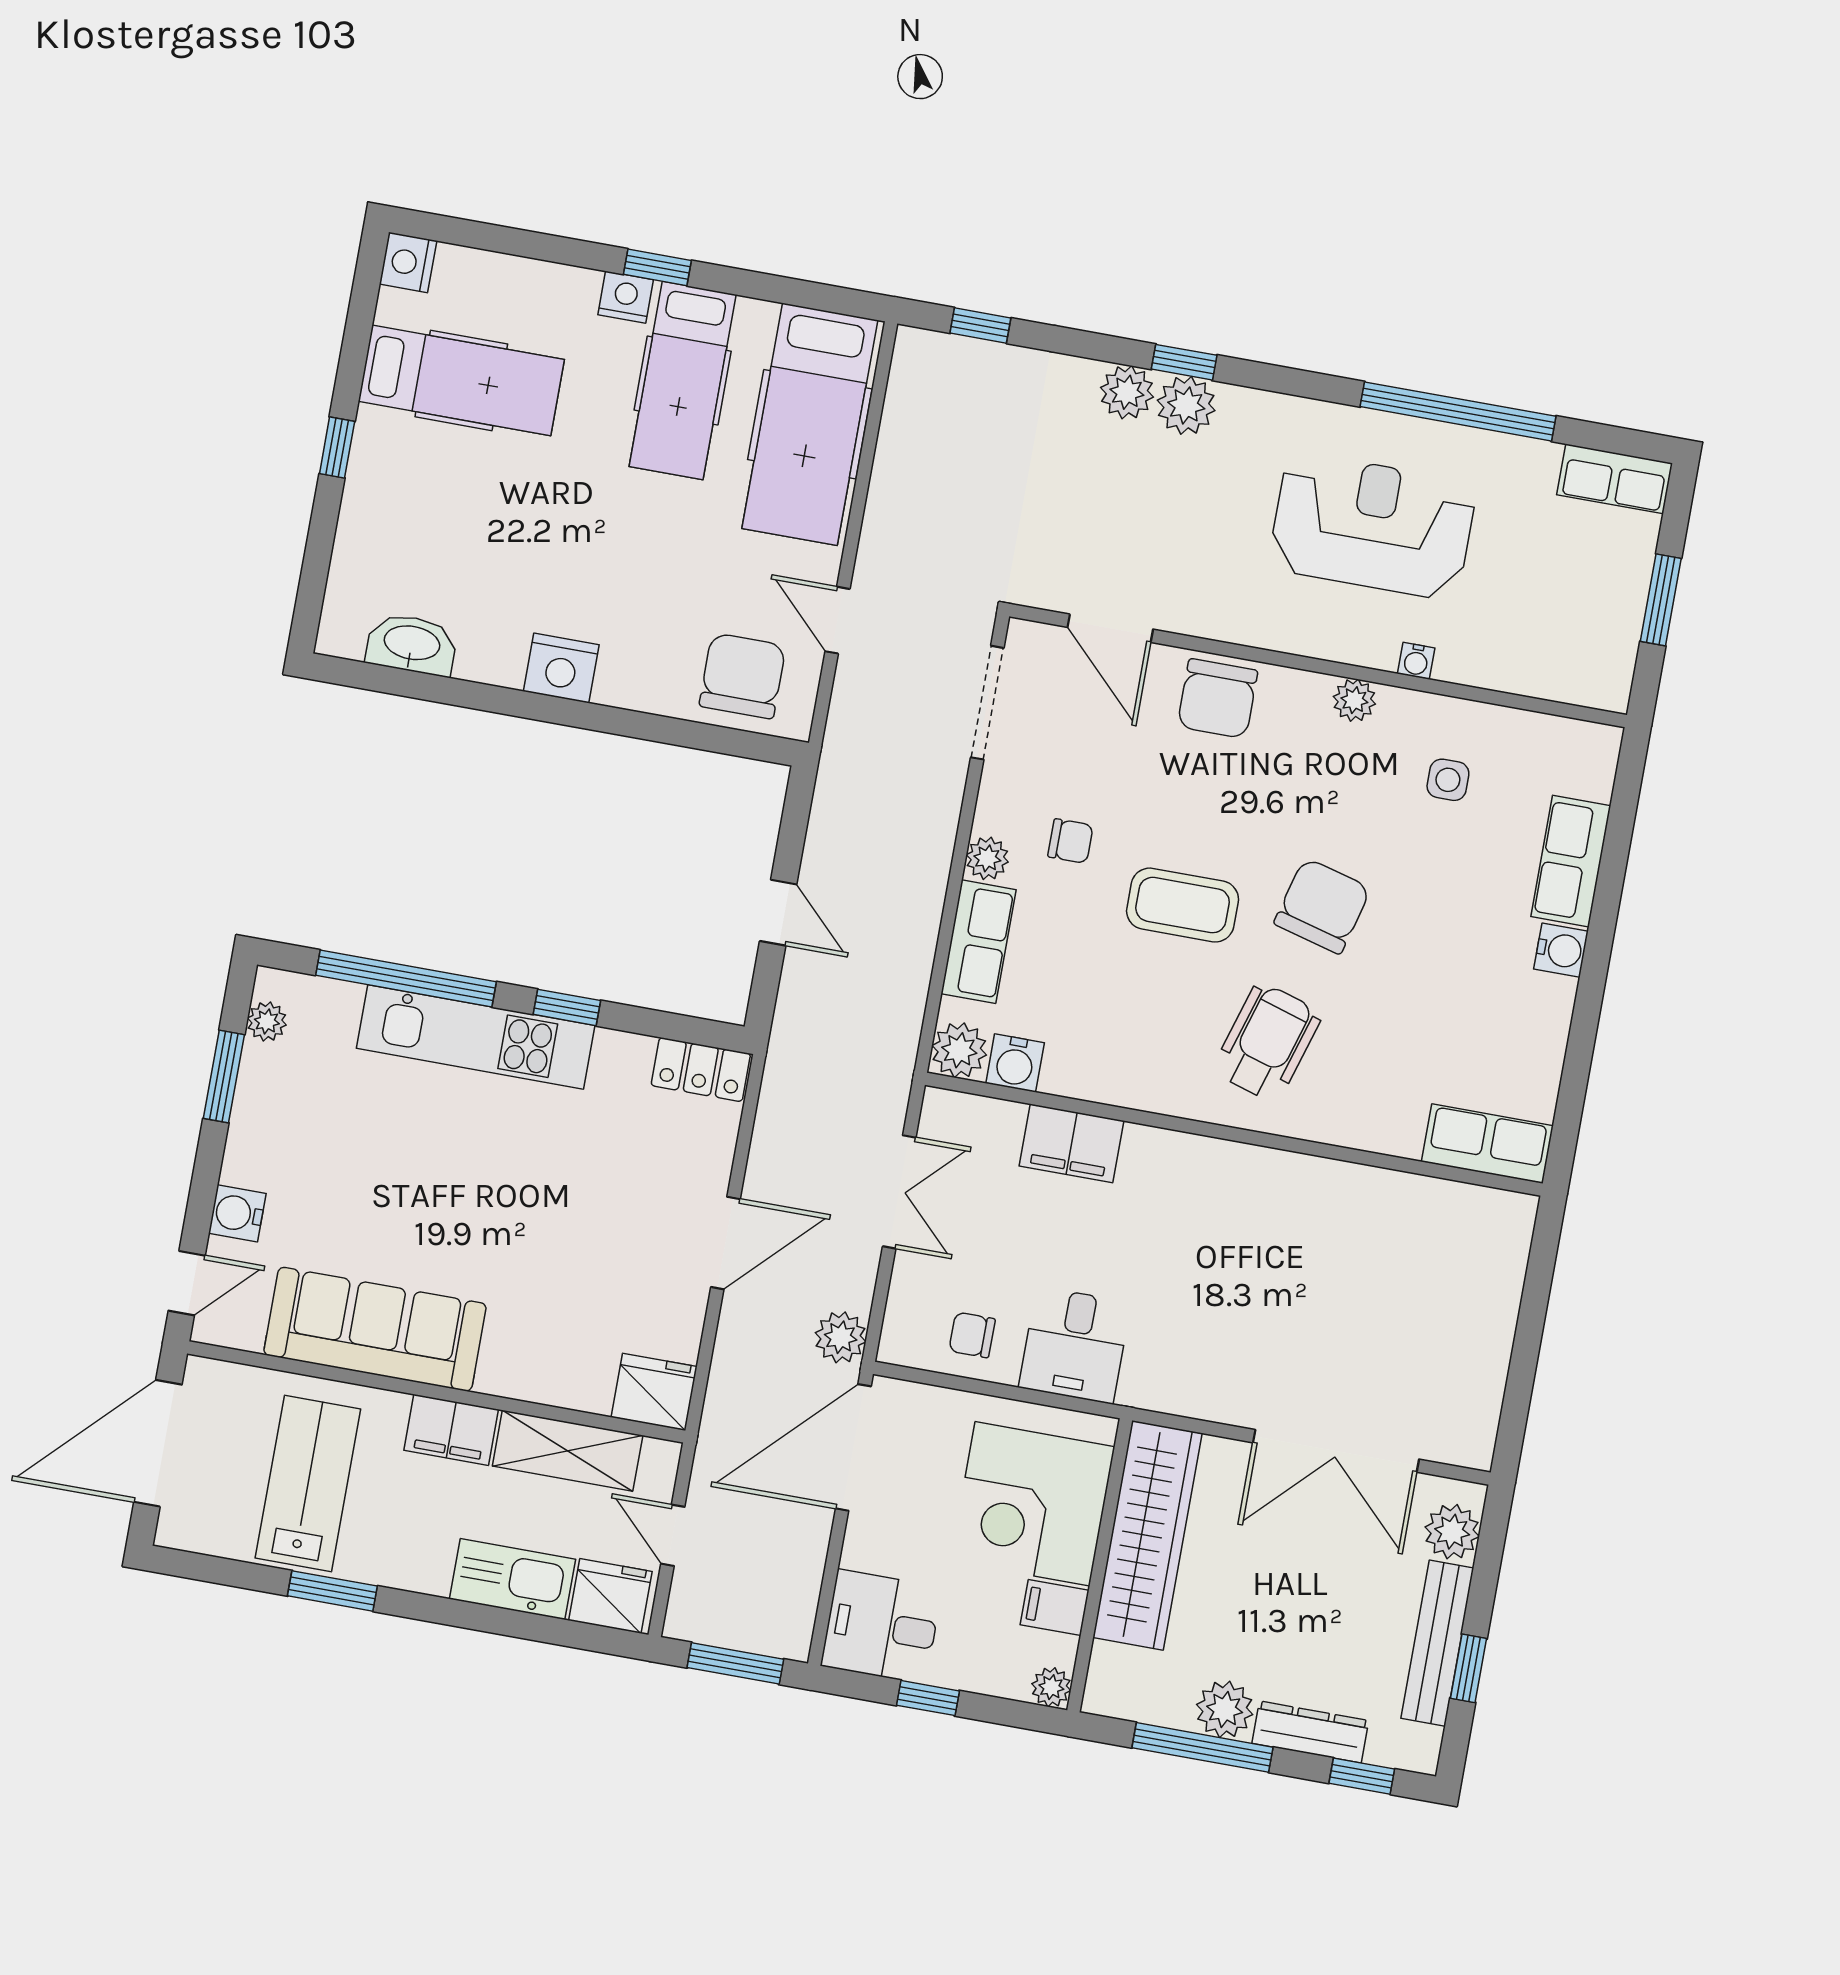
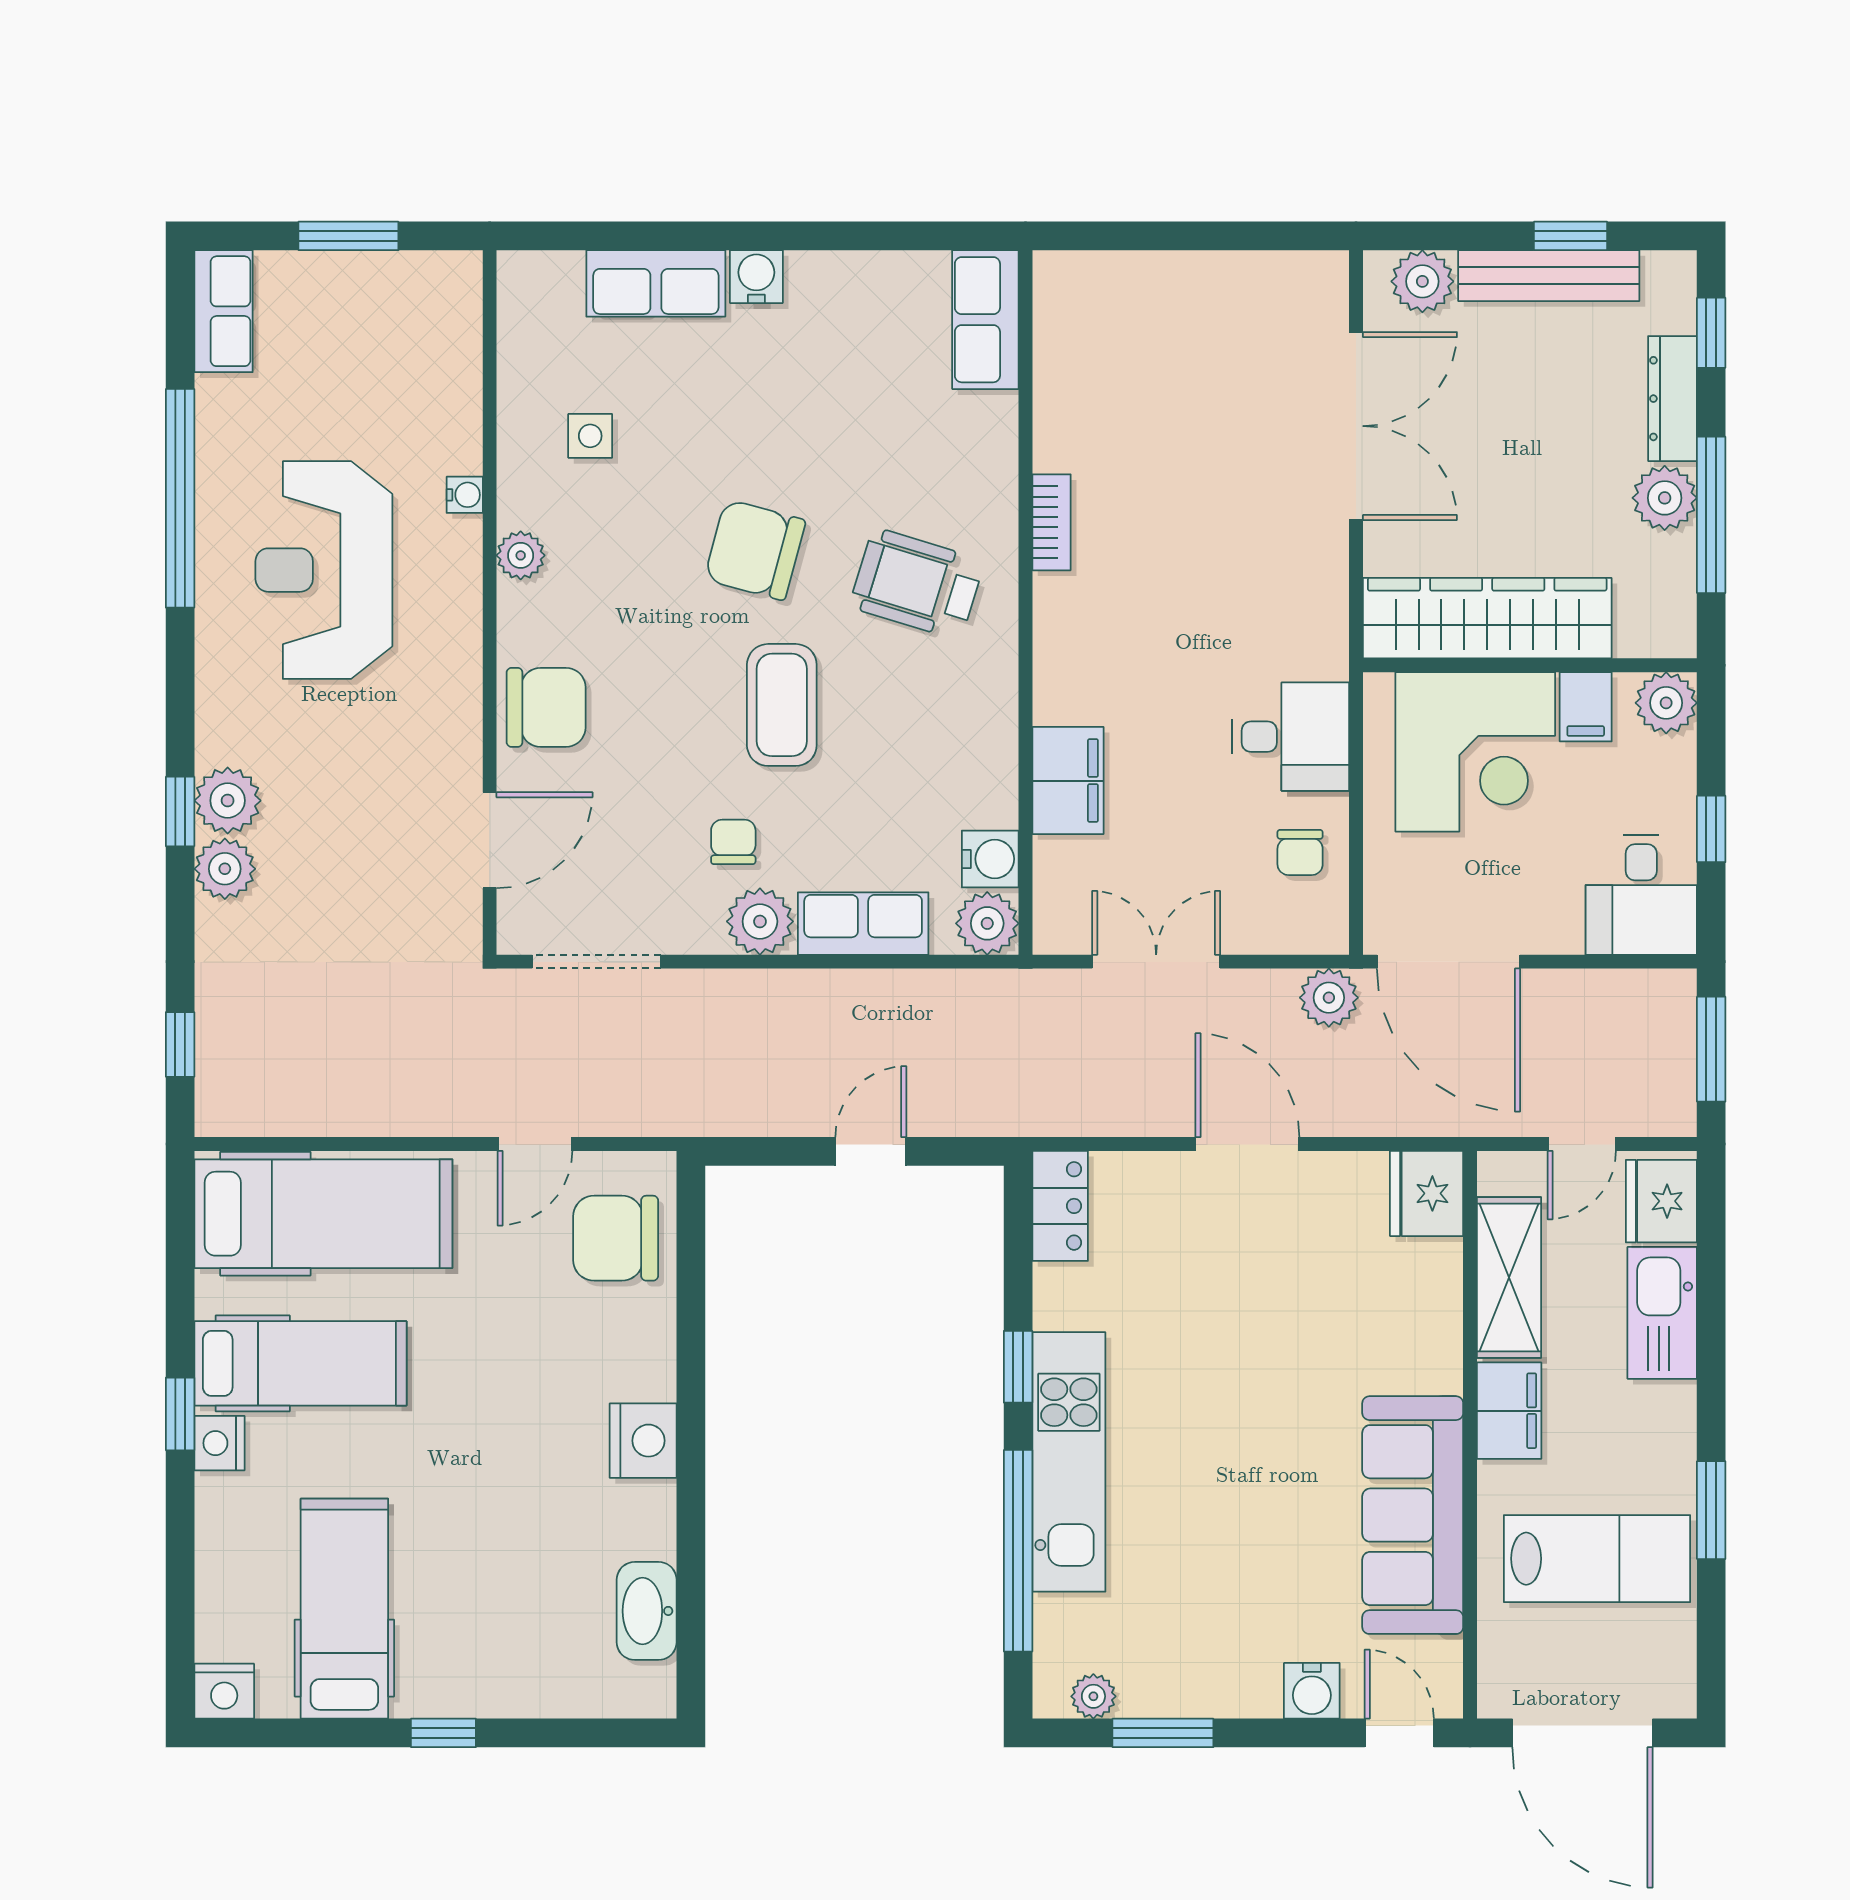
plant: (987, 858) -> (760, 921), width x1.38, depth x1.38
bookcase: (1300, 1170) -> (1051, 522), added
lab bench: (308, 1483) -> (1597, 1559), turned 180
plant: (1051, 1687) -> (1666, 703), width x1.38, depth x1.38

